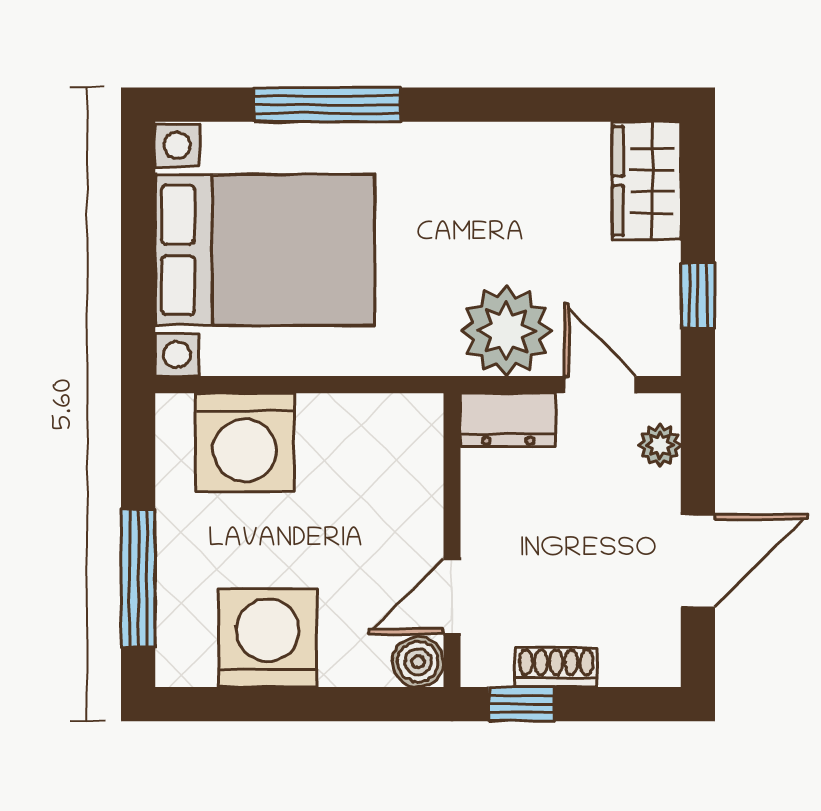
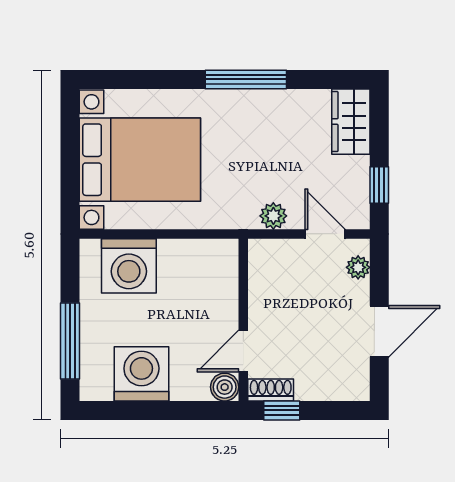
window: (327, 105) -> (246, 79), moved
plant: (506, 331) -> (273, 216), width x0.53, depth x0.53
dresser: (508, 420) -> (274, 253), removed
shoe rack: (556, 667) -> (271, 390), moved

